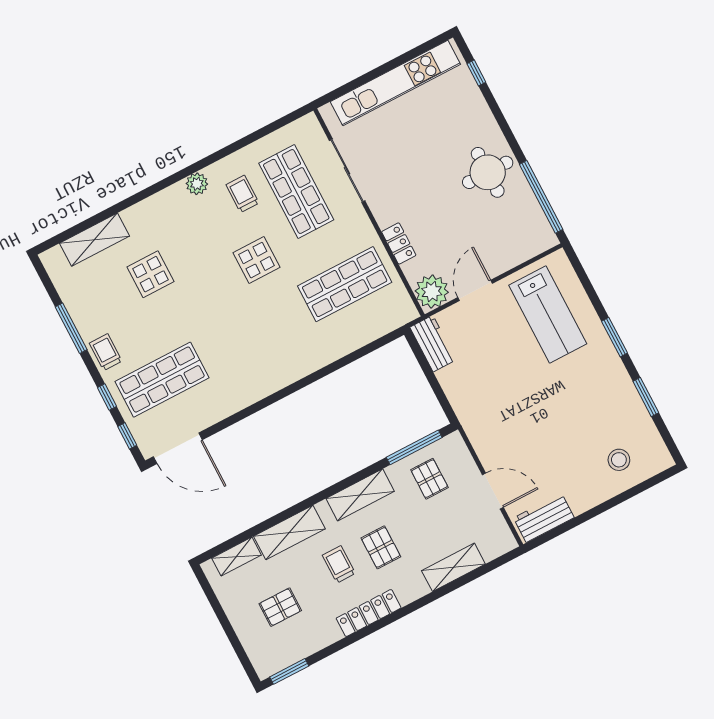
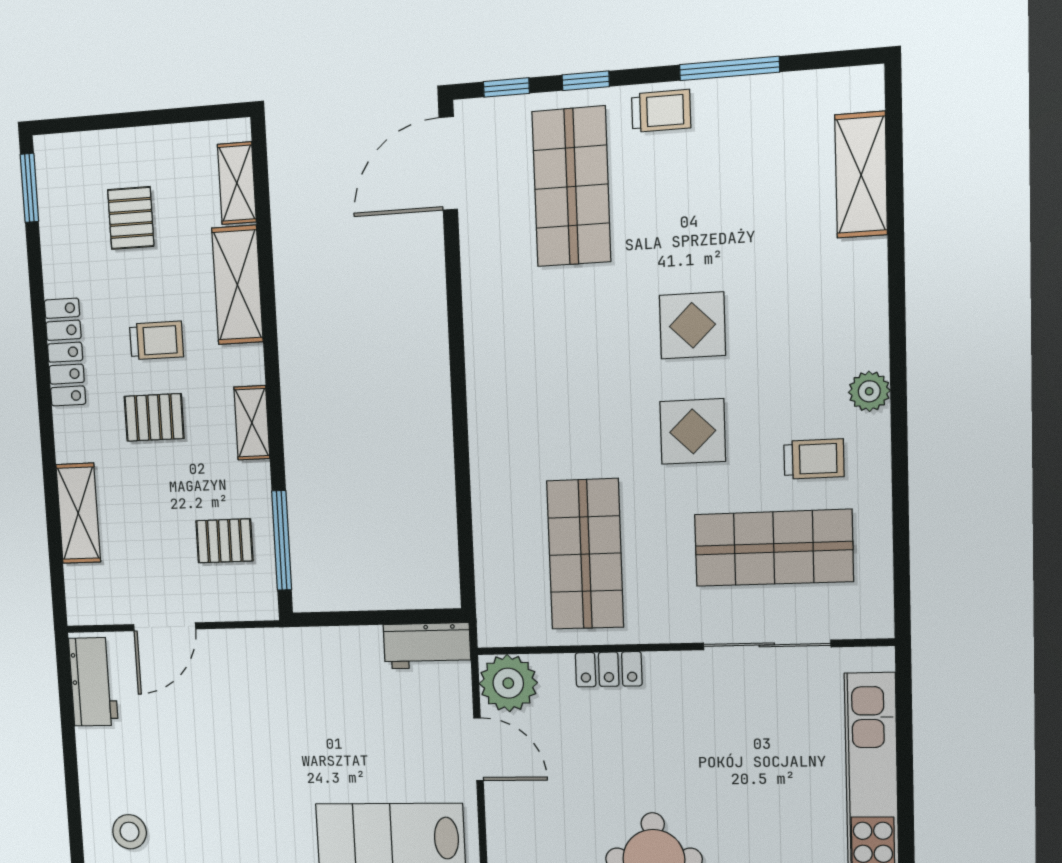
display table: (151, 274) -> (692, 325), moved
shelving: (360, 495) -> (252, 423), width x0.67, depth x0.75

